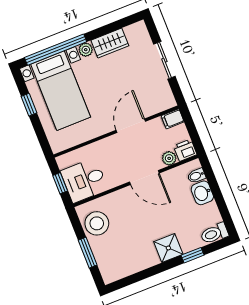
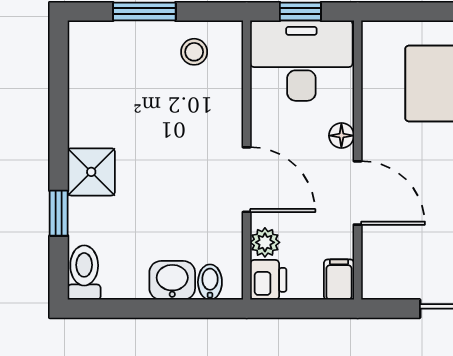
floor lamp: (108, 143) -> (341, 136), added
door: (144, 177) -> (247, 180), swing flipped
desk: (84, 180) -> (301, 61), width x1.37
stool: (97, 223) -> (194, 52), width x0.53, depth x0.53

